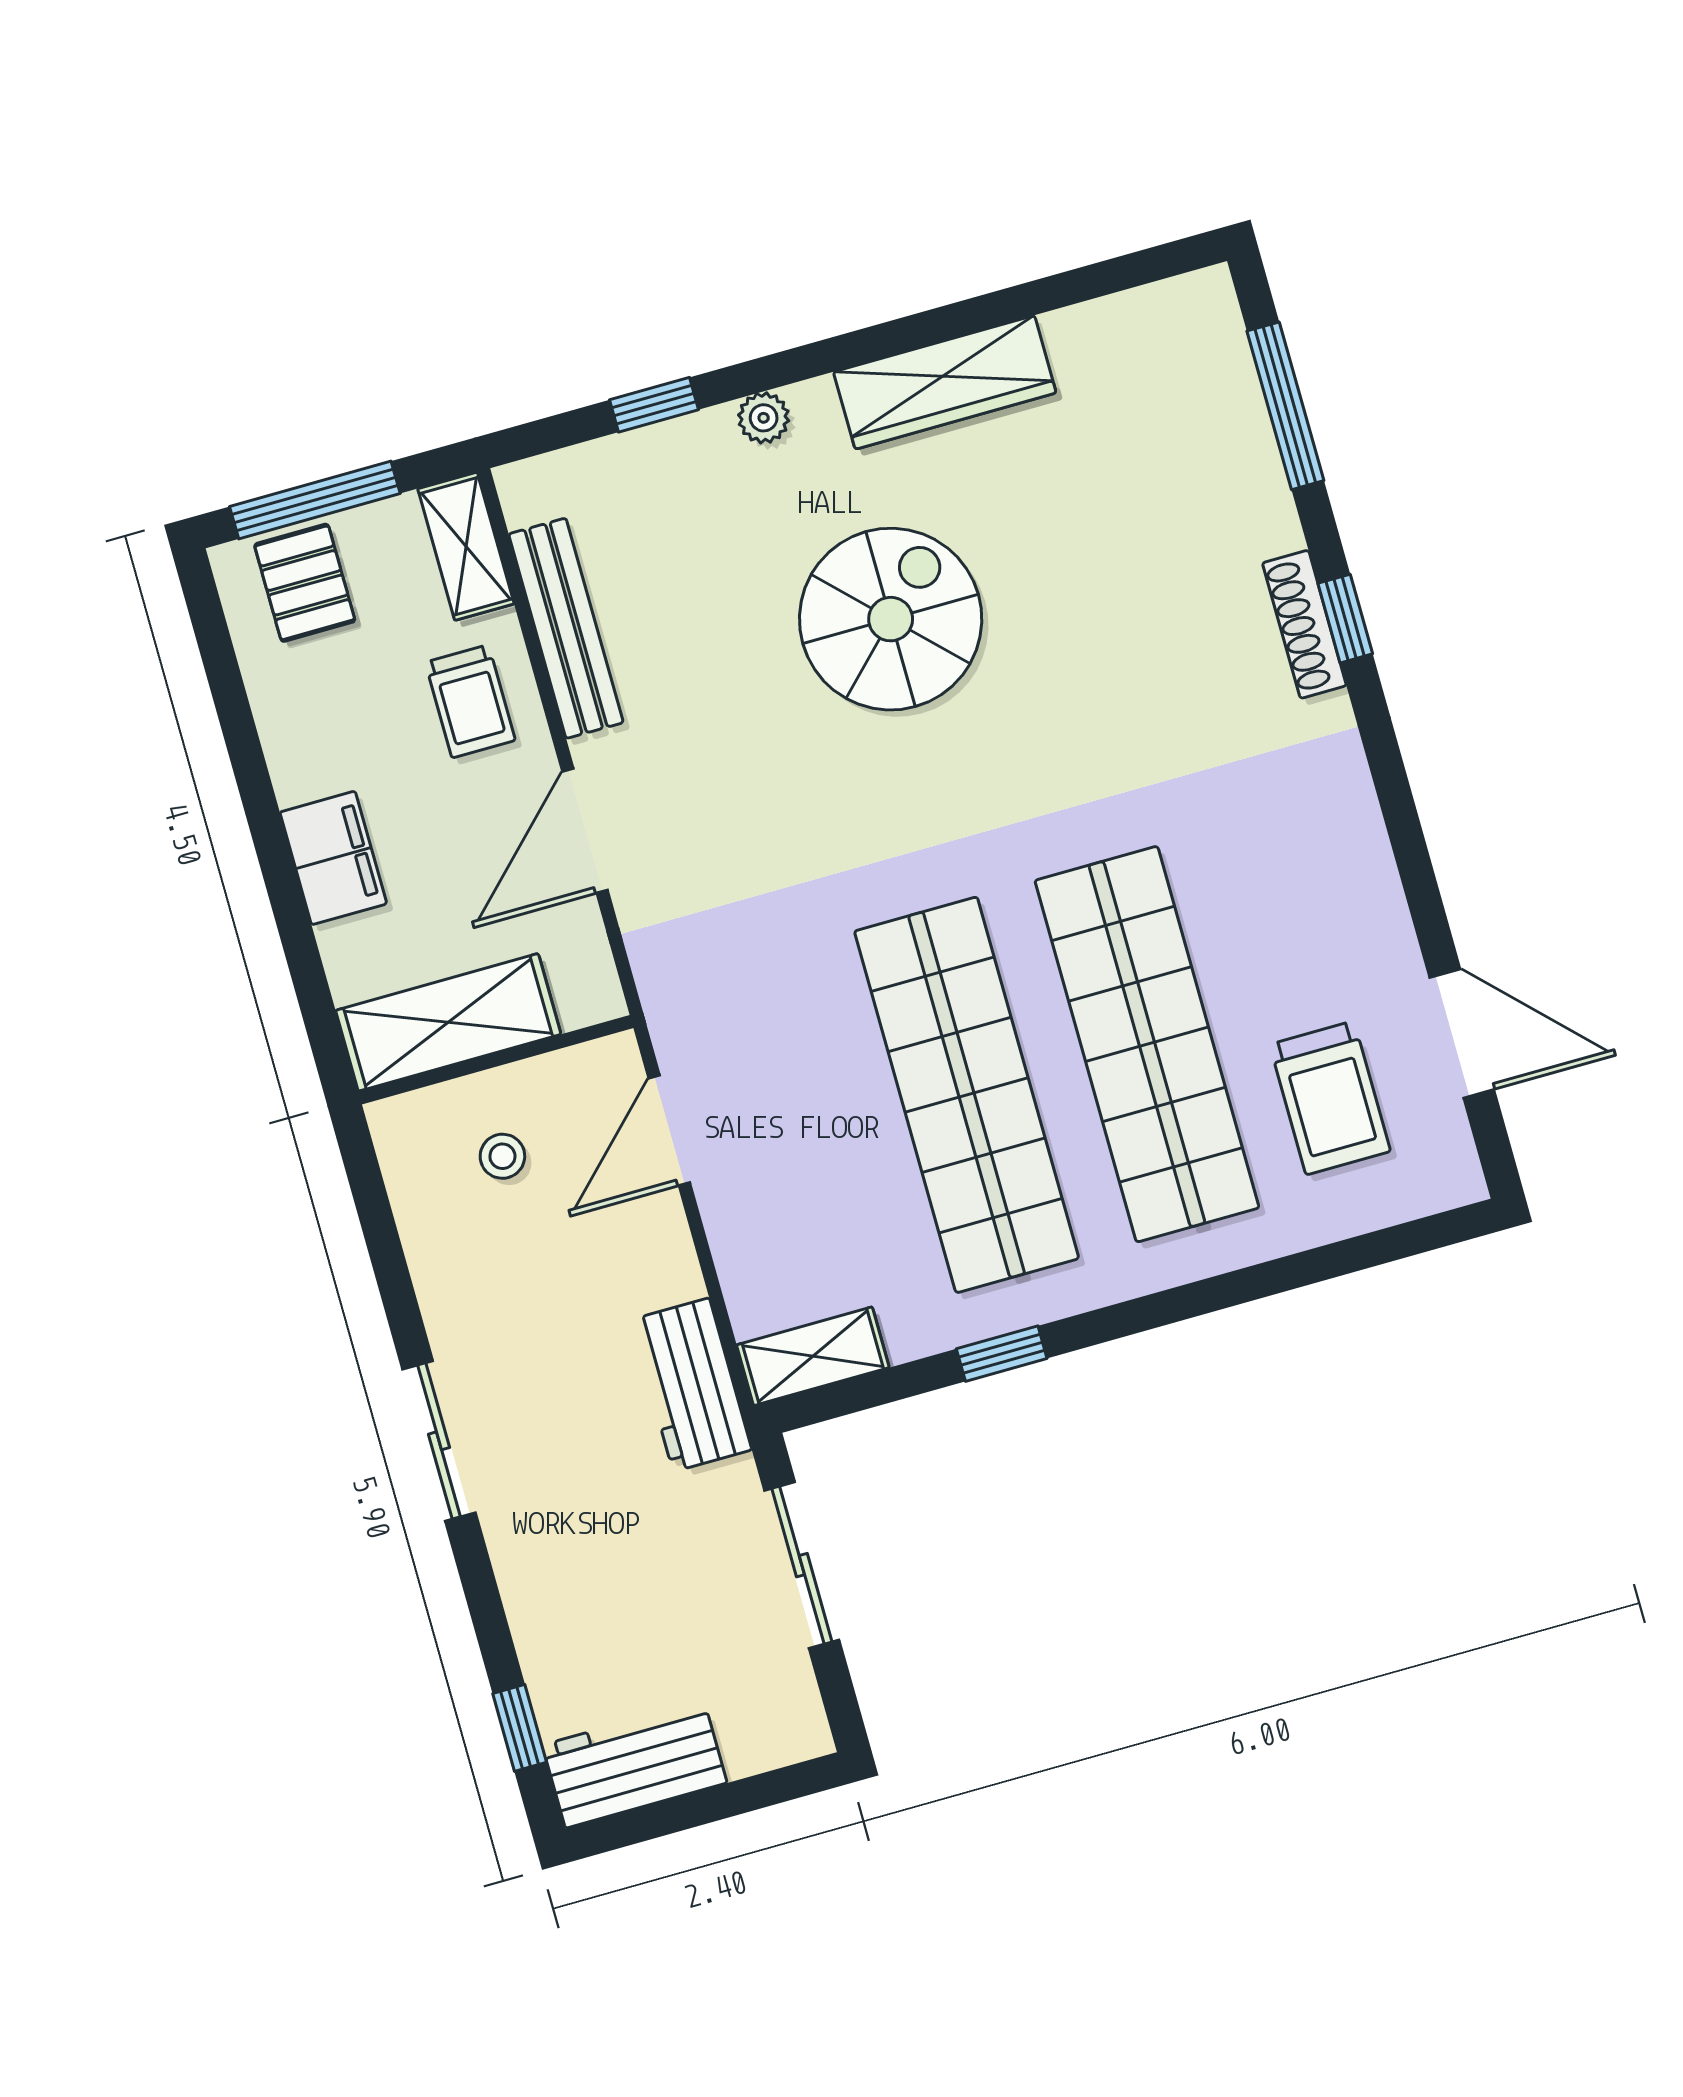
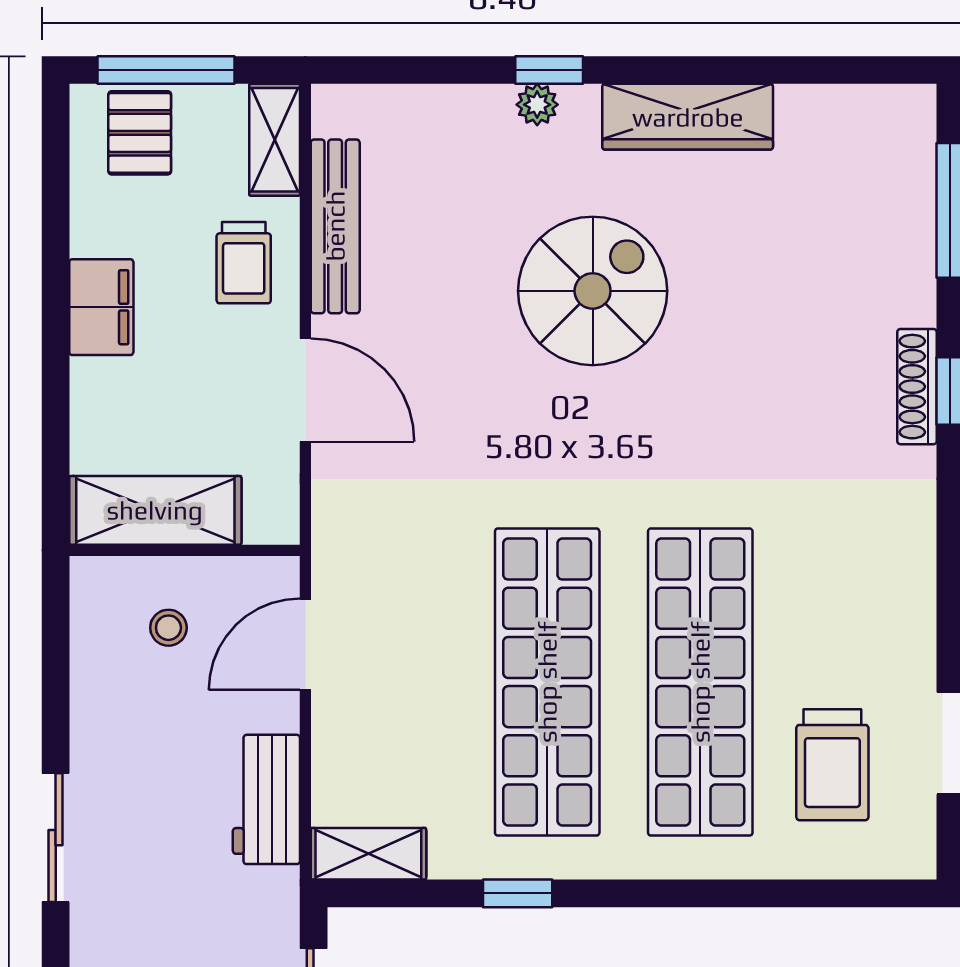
window: (654, 405) -> (549, 70), moved
door: (585, 831) -> (305, 390), swing flipped
filing cabinet: (333, 858) -> (101, 307), moved
workbench: (691, 1385) -> (266, 799), moved

